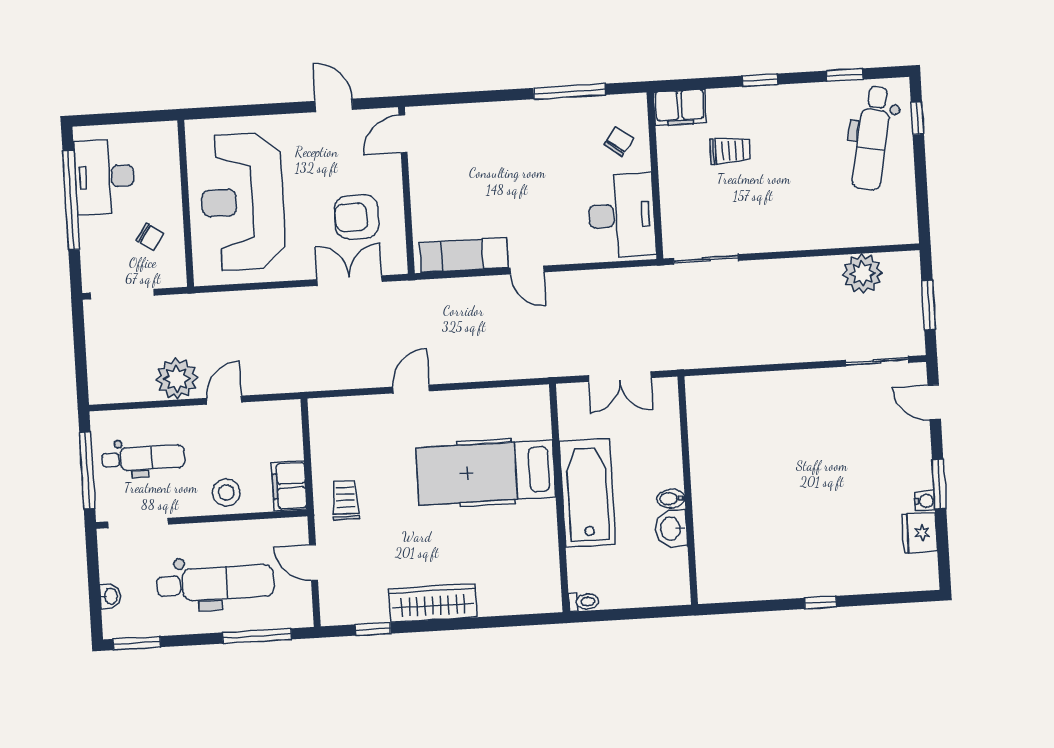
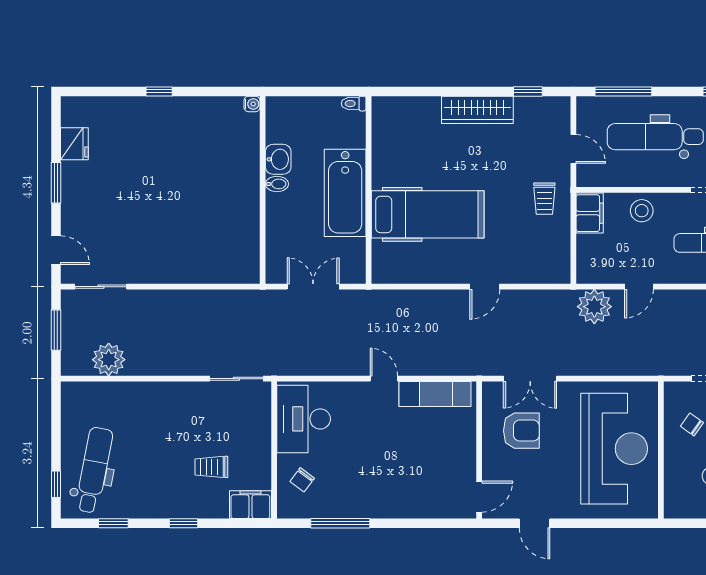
plant: (177, 379) -> (594, 307), moved
water cooler: (925, 501) -> (252, 104), moved, turned 180

